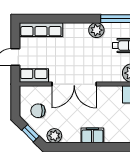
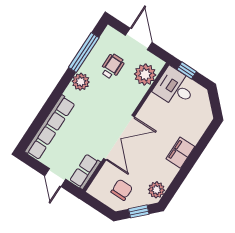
row of seats: (41, 30) -> (50, 127), width x1.36
chair: (38, 111) -> (122, 190), turned 180

